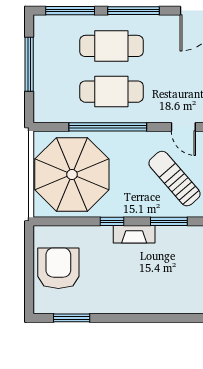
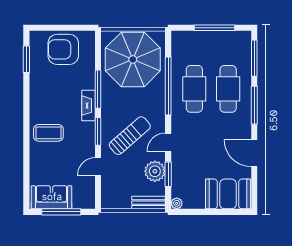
window: (112, 221) -> (98, 89), width x2.17
armchair: (58, 268) -> (63, 49), turned 180
coffee table: (171, 288) -> (48, 133), added

